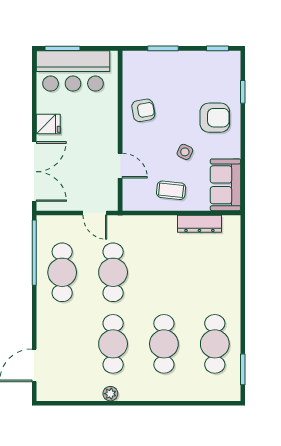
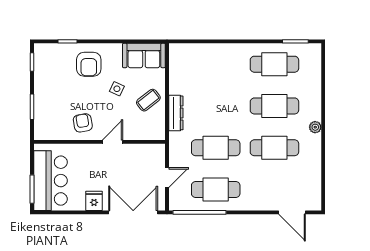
armchair: (215, 118) -> (89, 64), turned 180
door: (120, 166) -> (113, 142), moved
coffee table: (171, 190) -> (148, 100), turned 46
door: (95, 213) -> (167, 178), moved
dresser: (199, 224) -> (176, 113), moved
plant: (110, 394) -> (315, 127), moved

